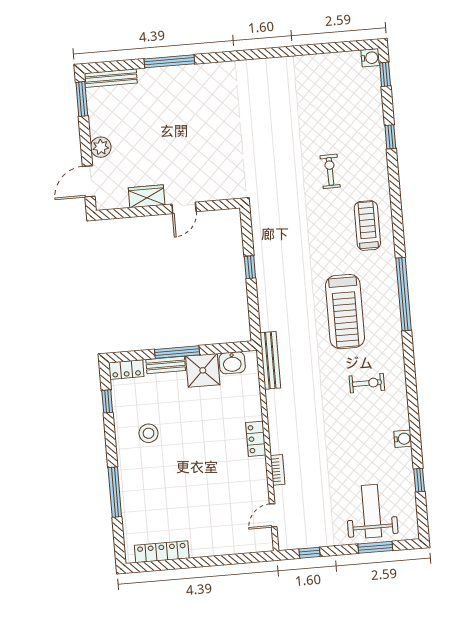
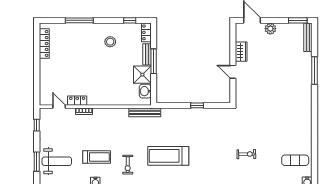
exercise mat: (334, 83) -> (295, 160), added
treadmill: (367, 226) -> (97, 157), moved
locker: (256, 439) -> (77, 101), moved

